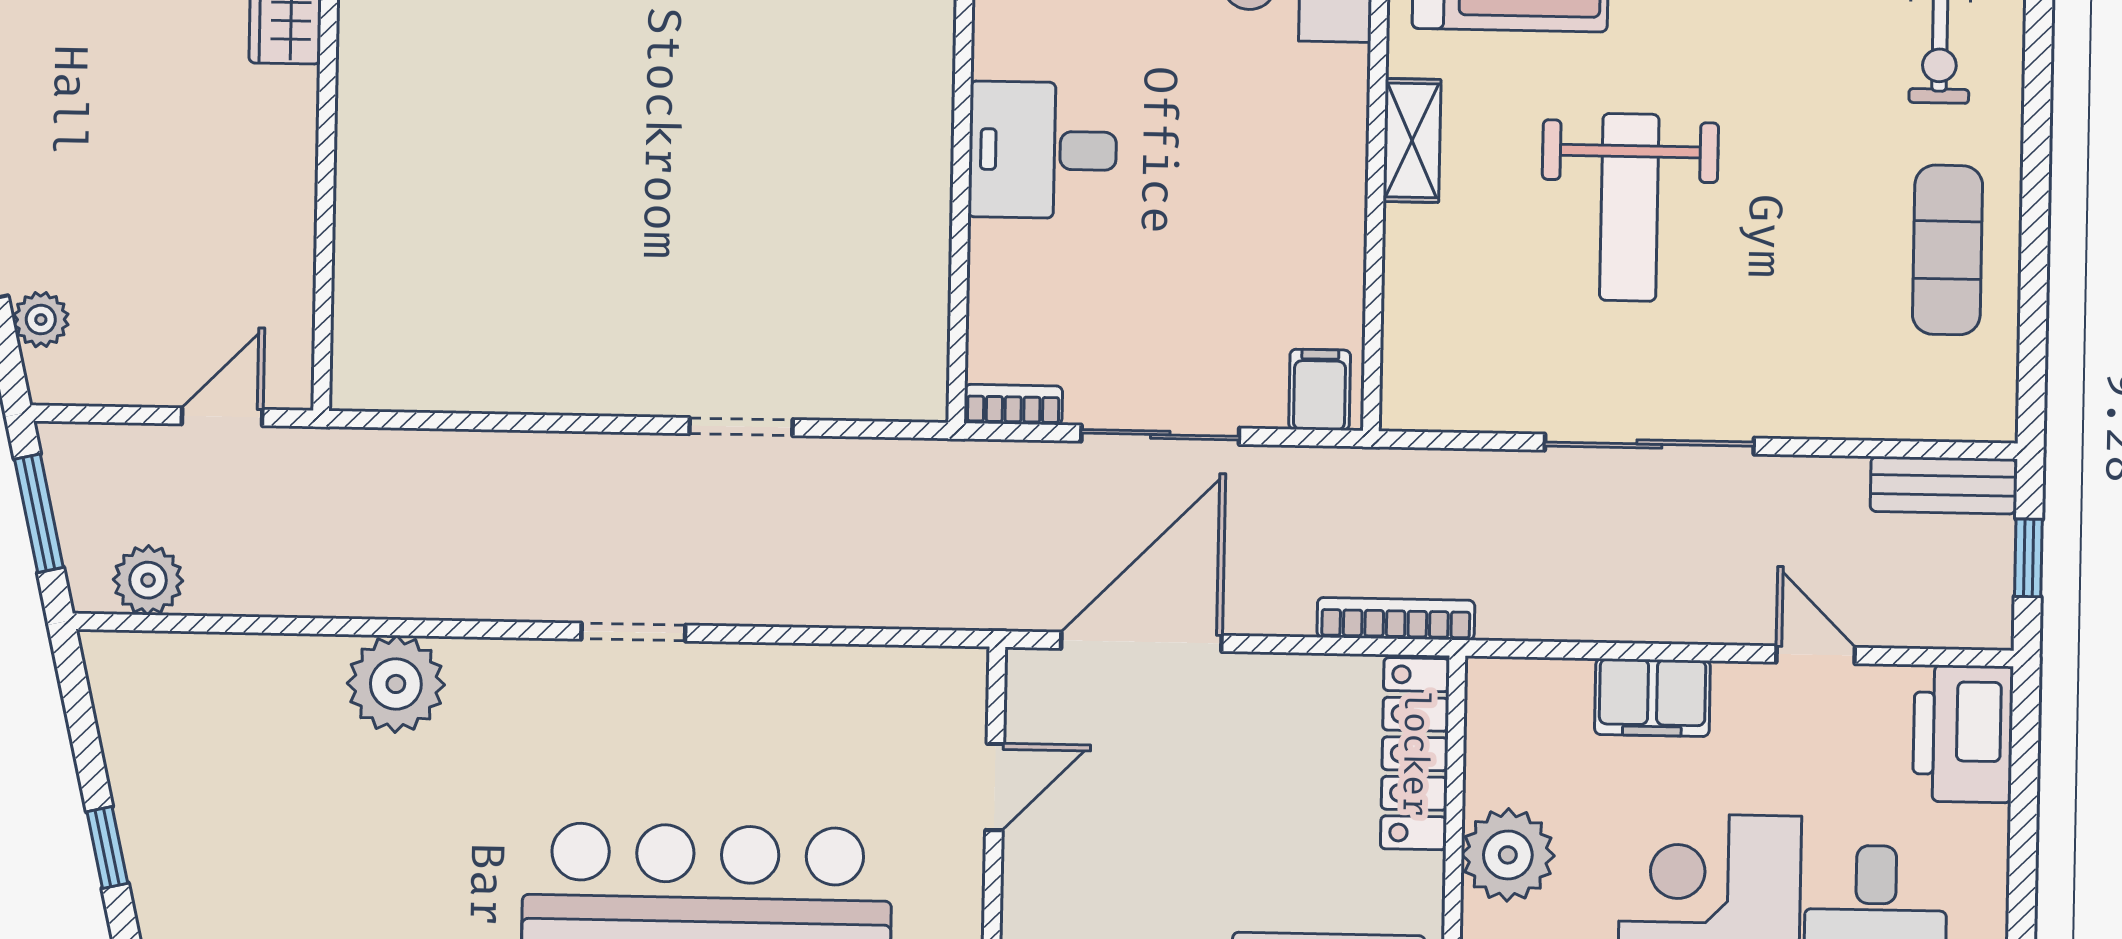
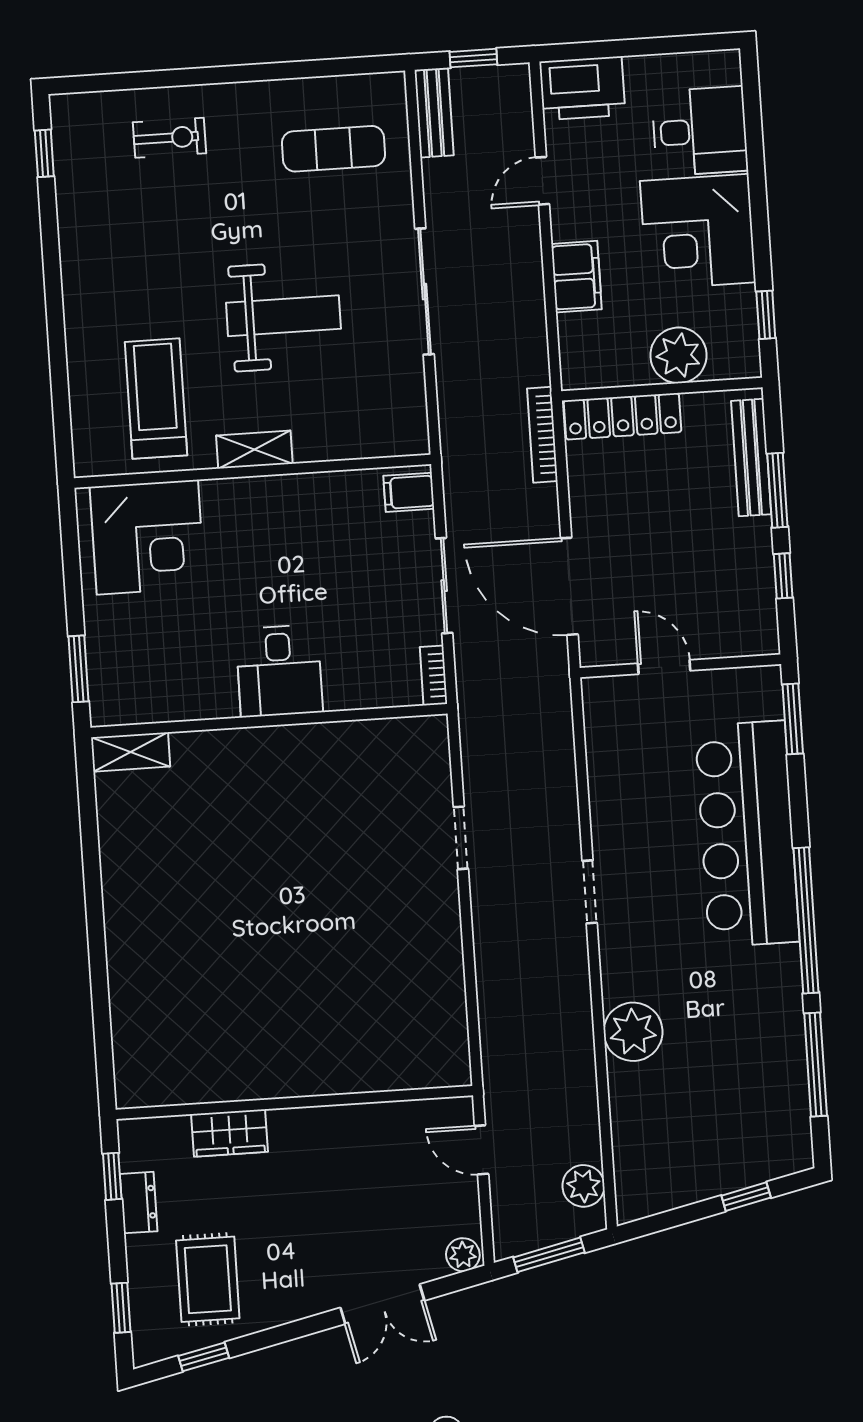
exercise mat: (1948, 250) -> (333, 149), moved
plant: (41, 320) -> (463, 1255), moved

